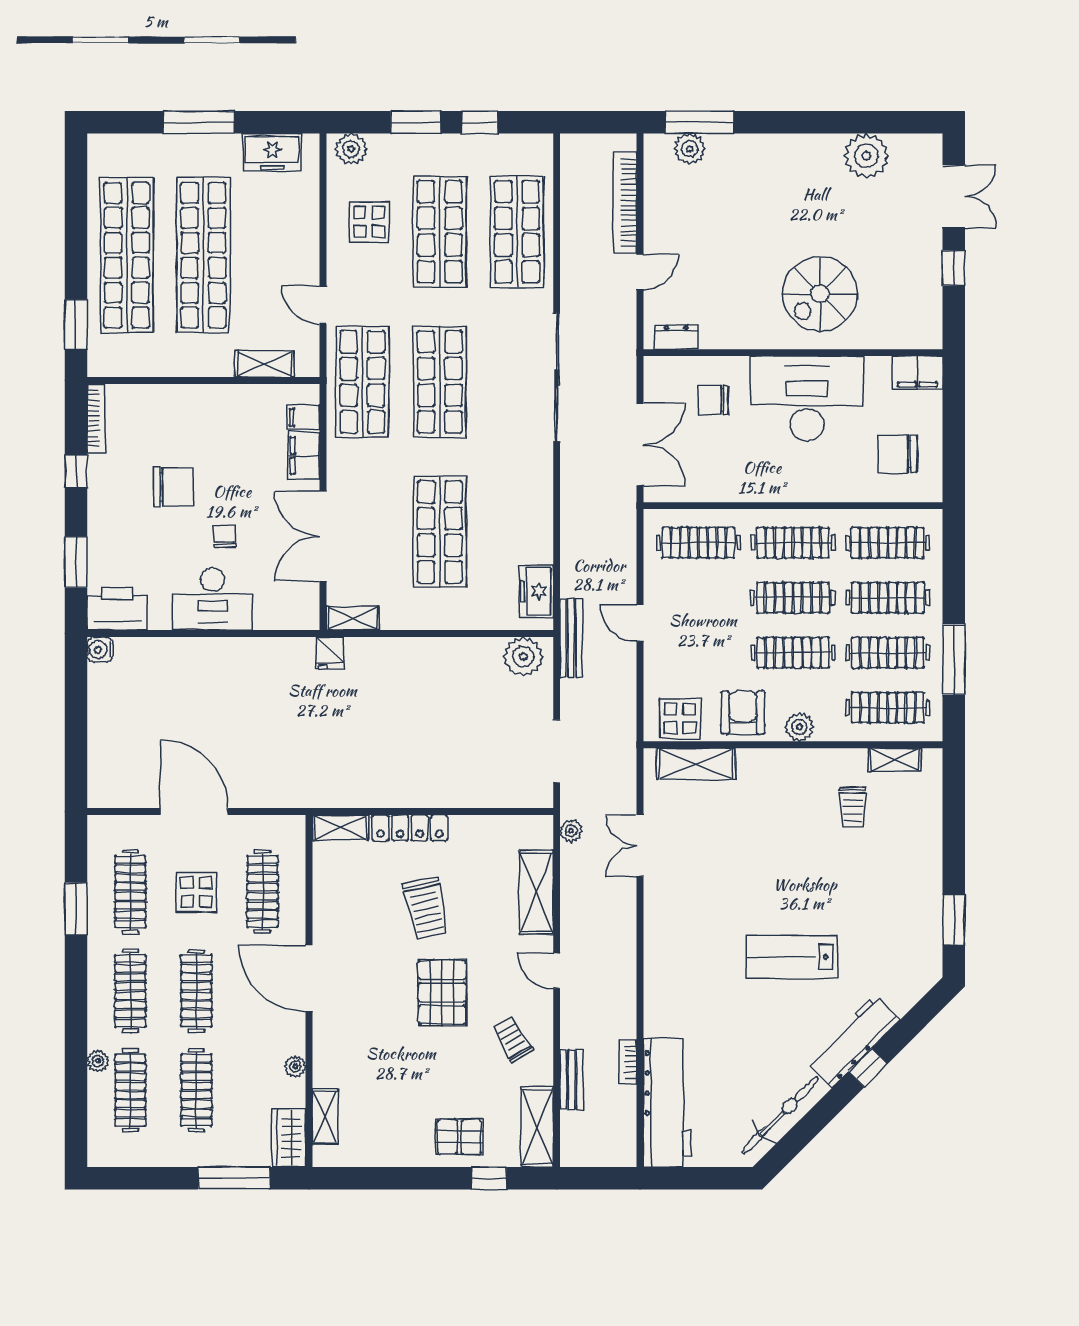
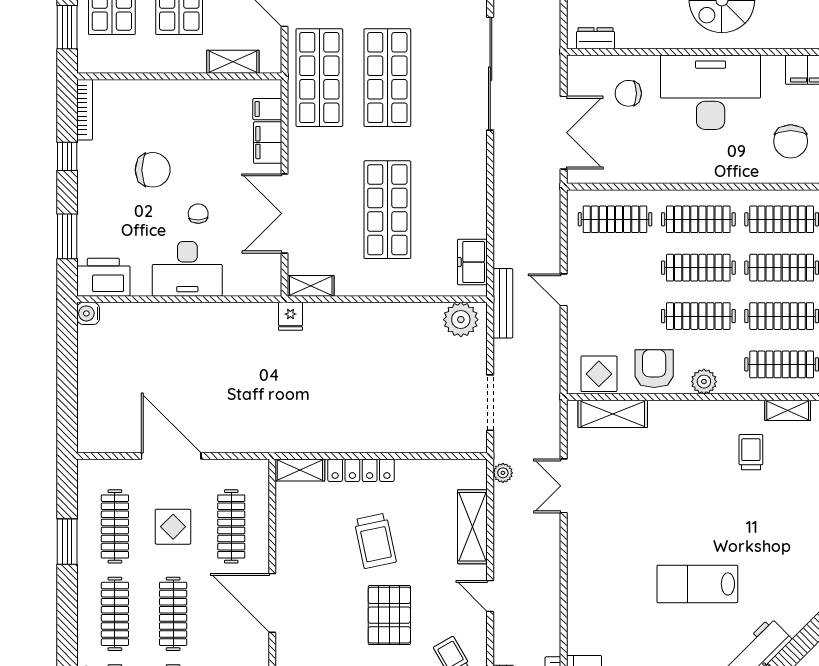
chair: (898, 454) -> (791, 141), turned -90
trolley: (853, 807) -> (751, 452), turned 180

